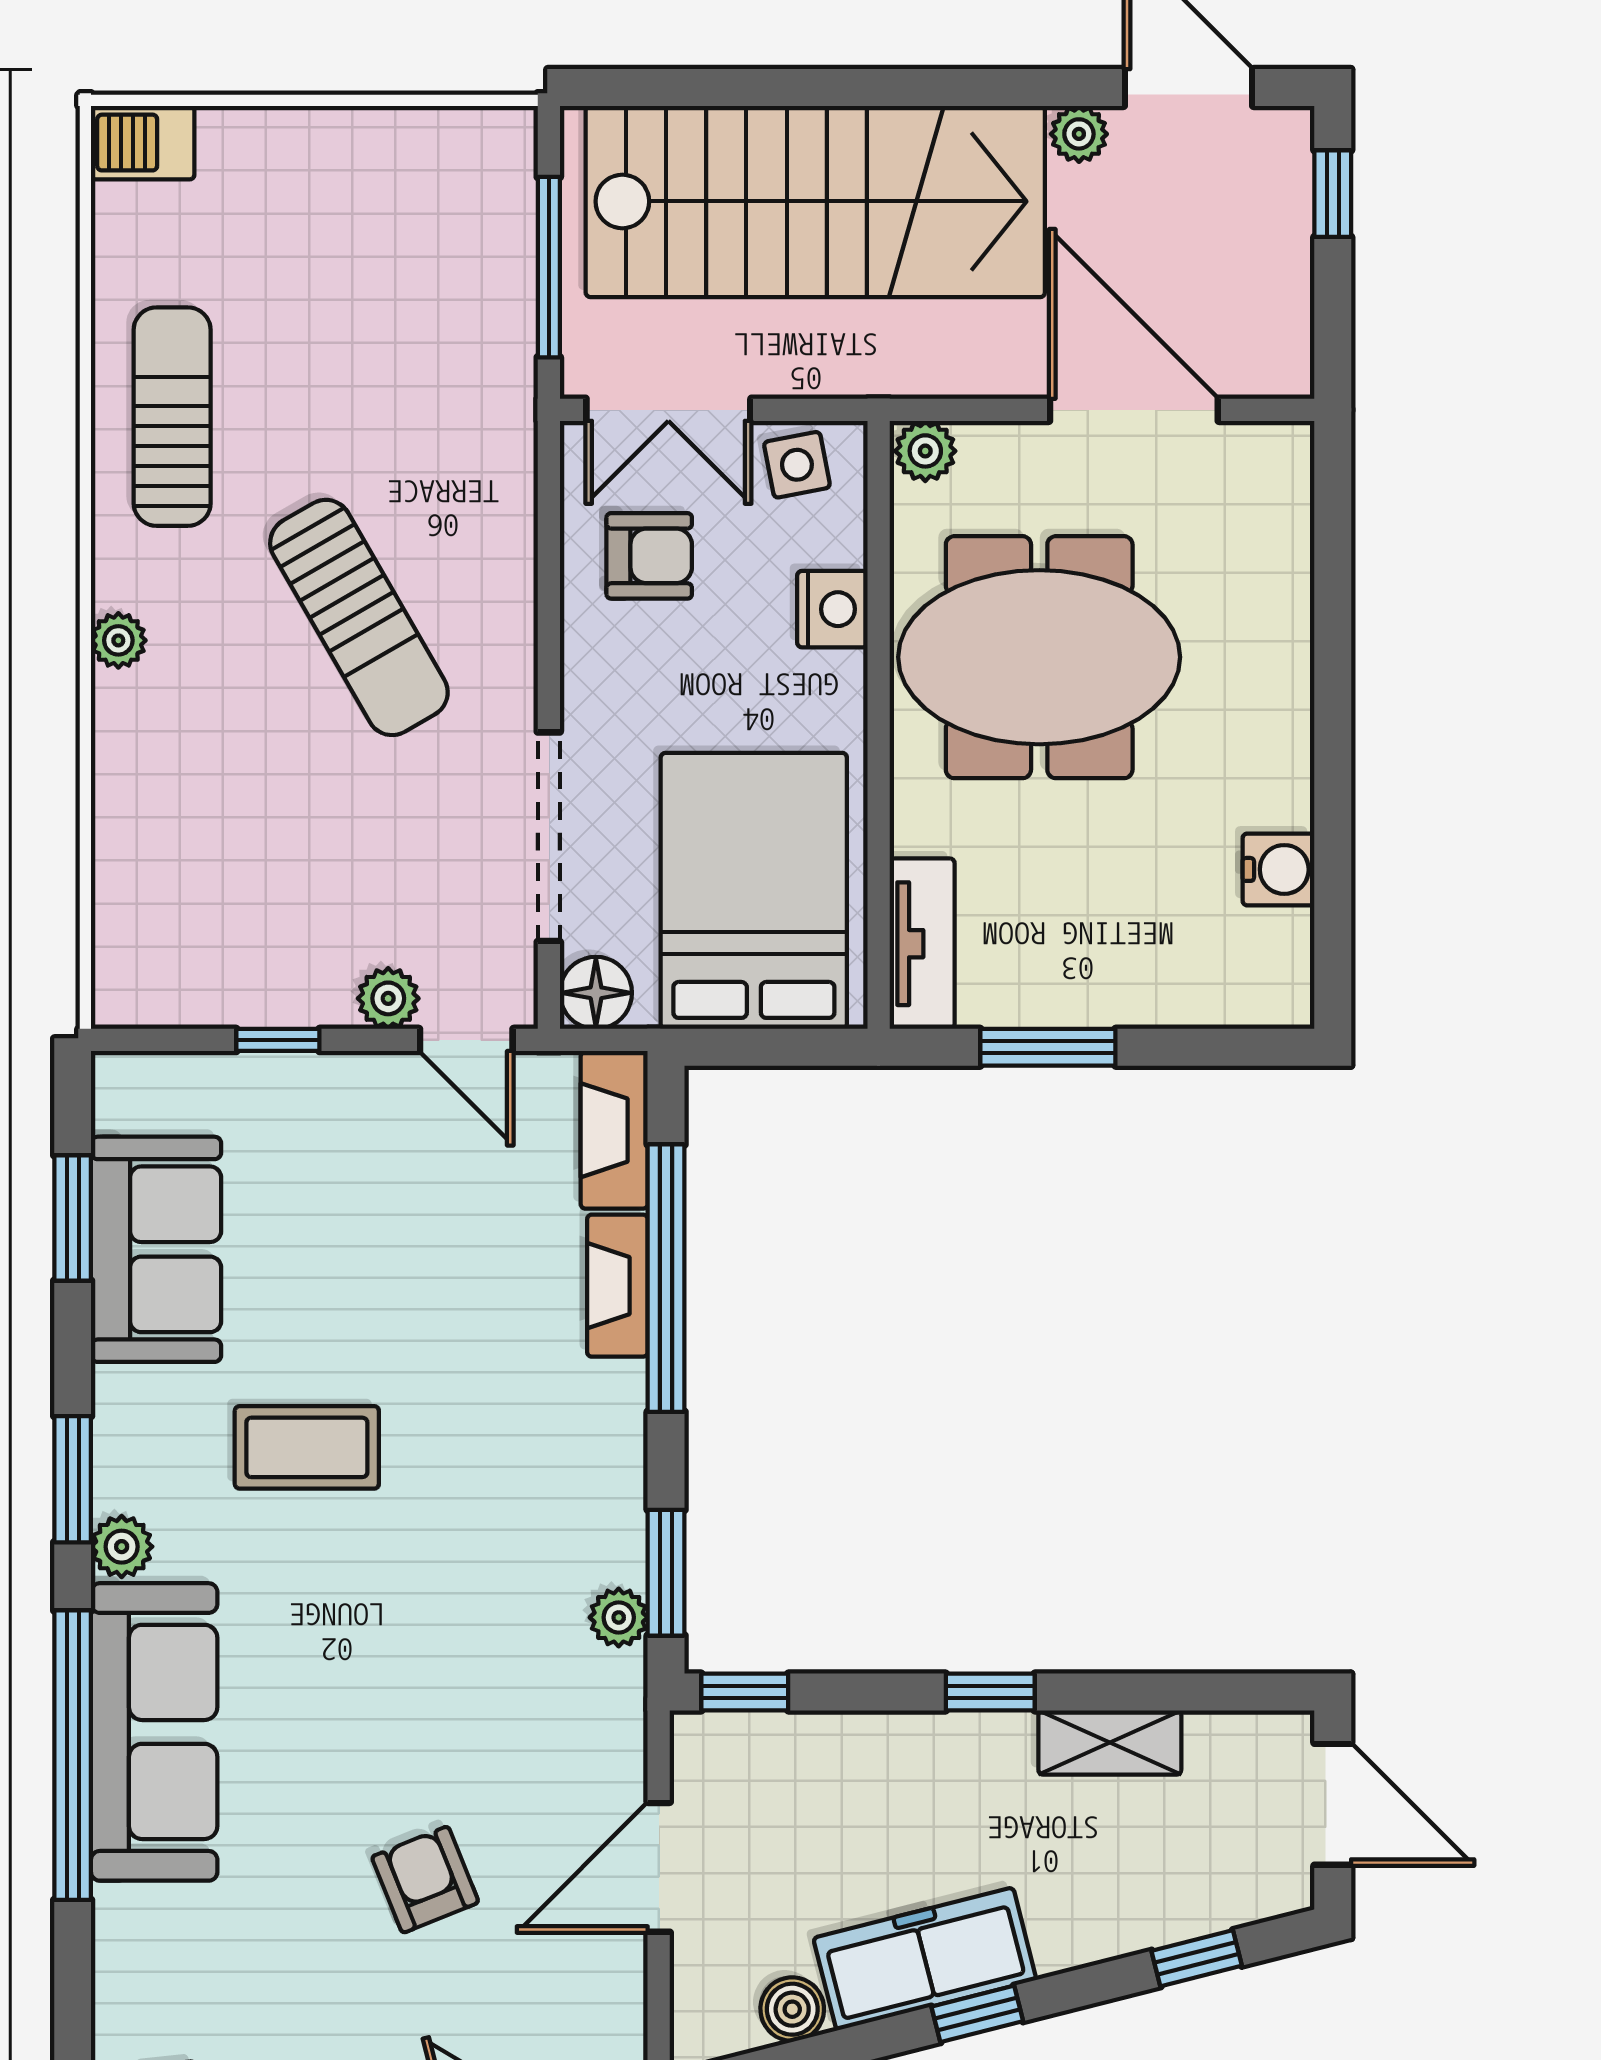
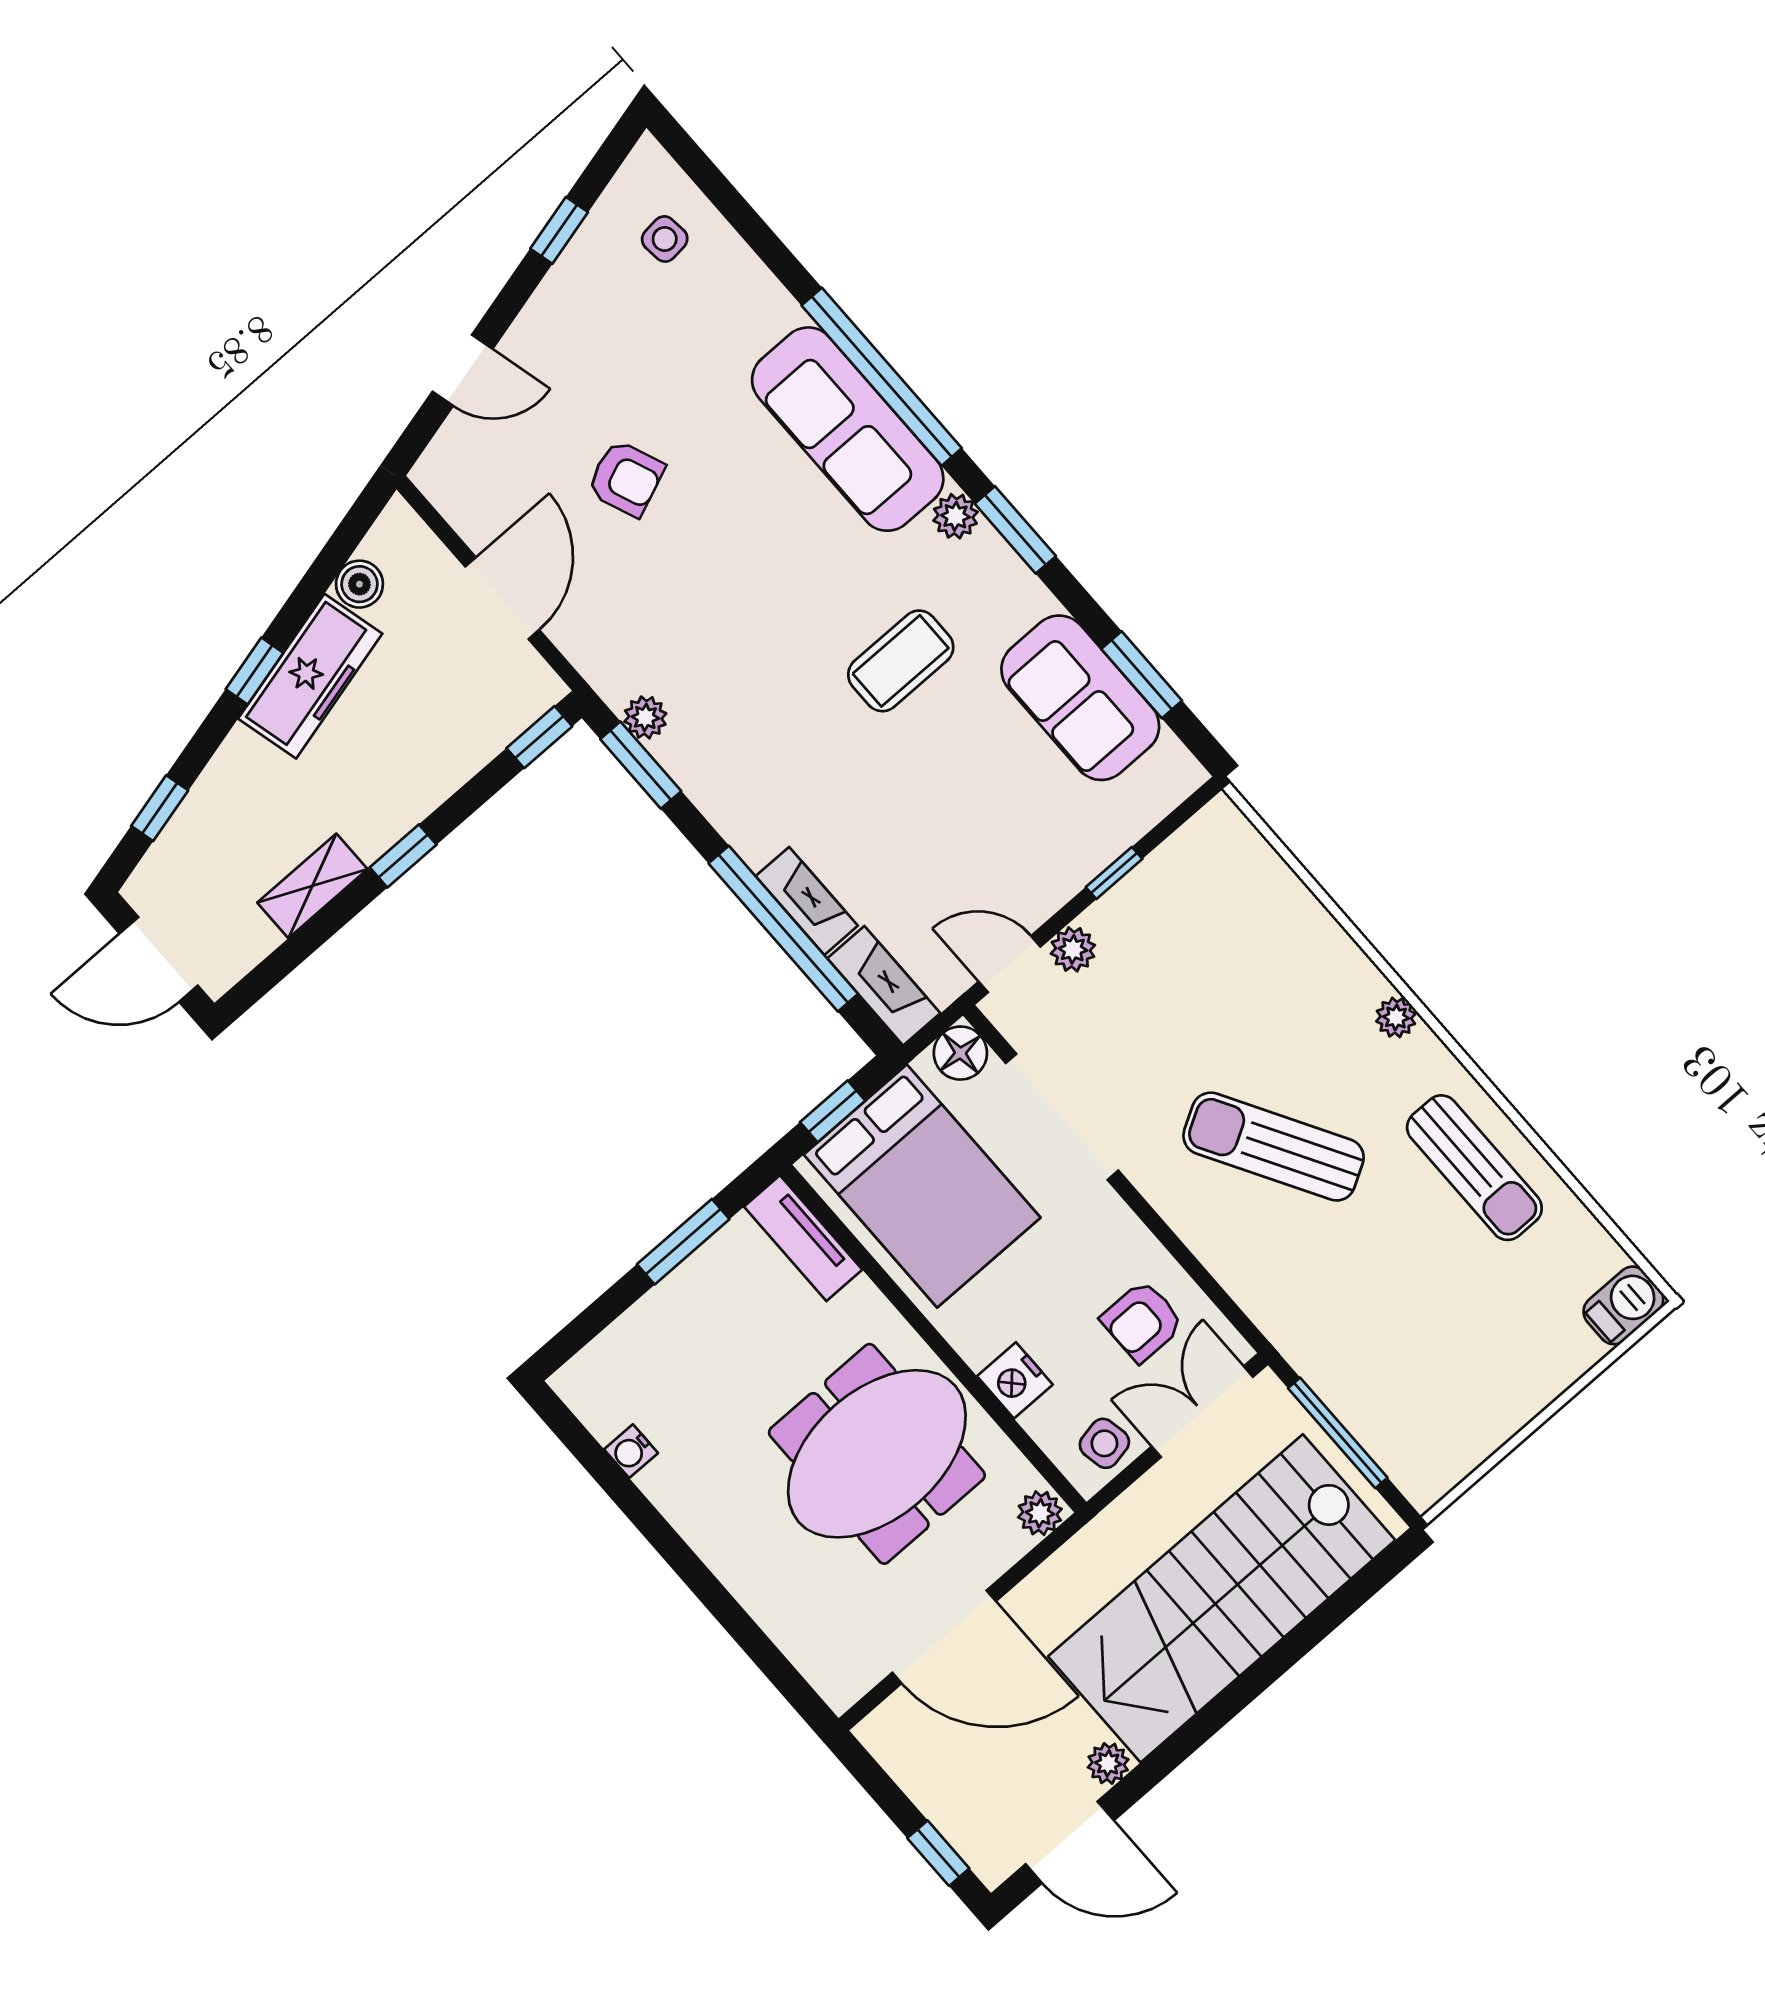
water cooler: (1278, 869) -> (631, 1451), width x0.72, depth x0.72
window: (779, 1047) -> (833, 1111), added

